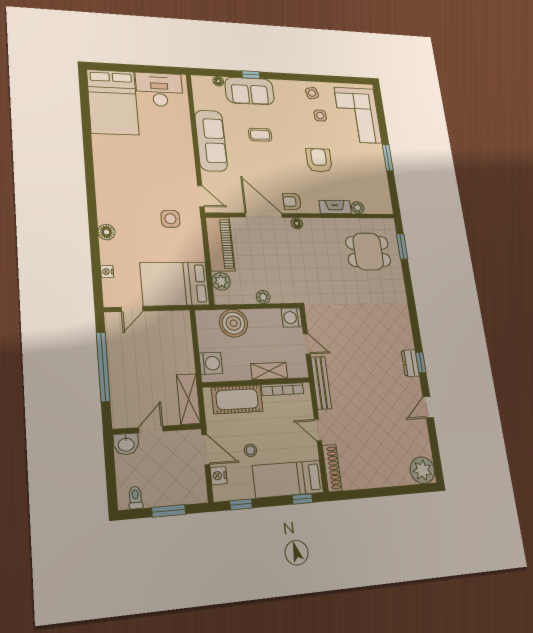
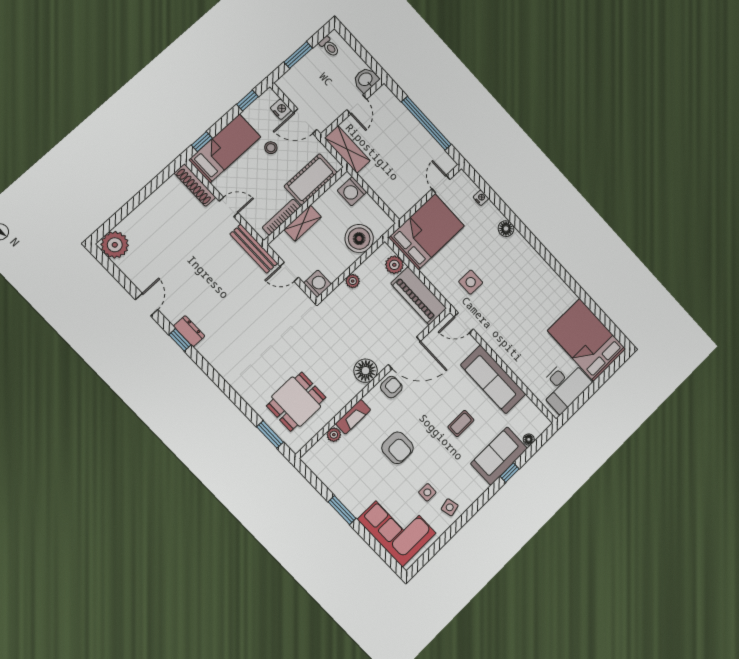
floor lamp: (297, 223) -> (366, 371), width x1.89, depth x1.89

